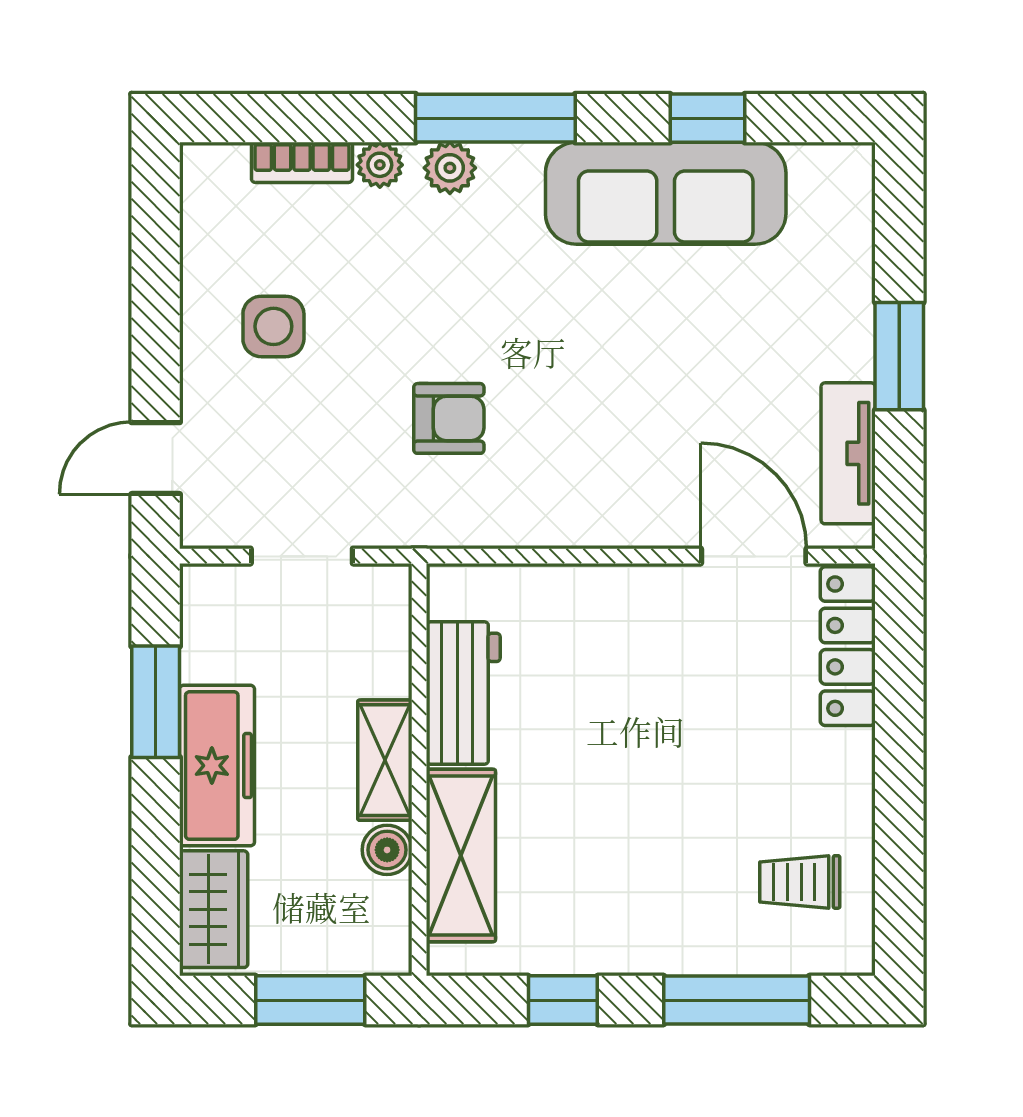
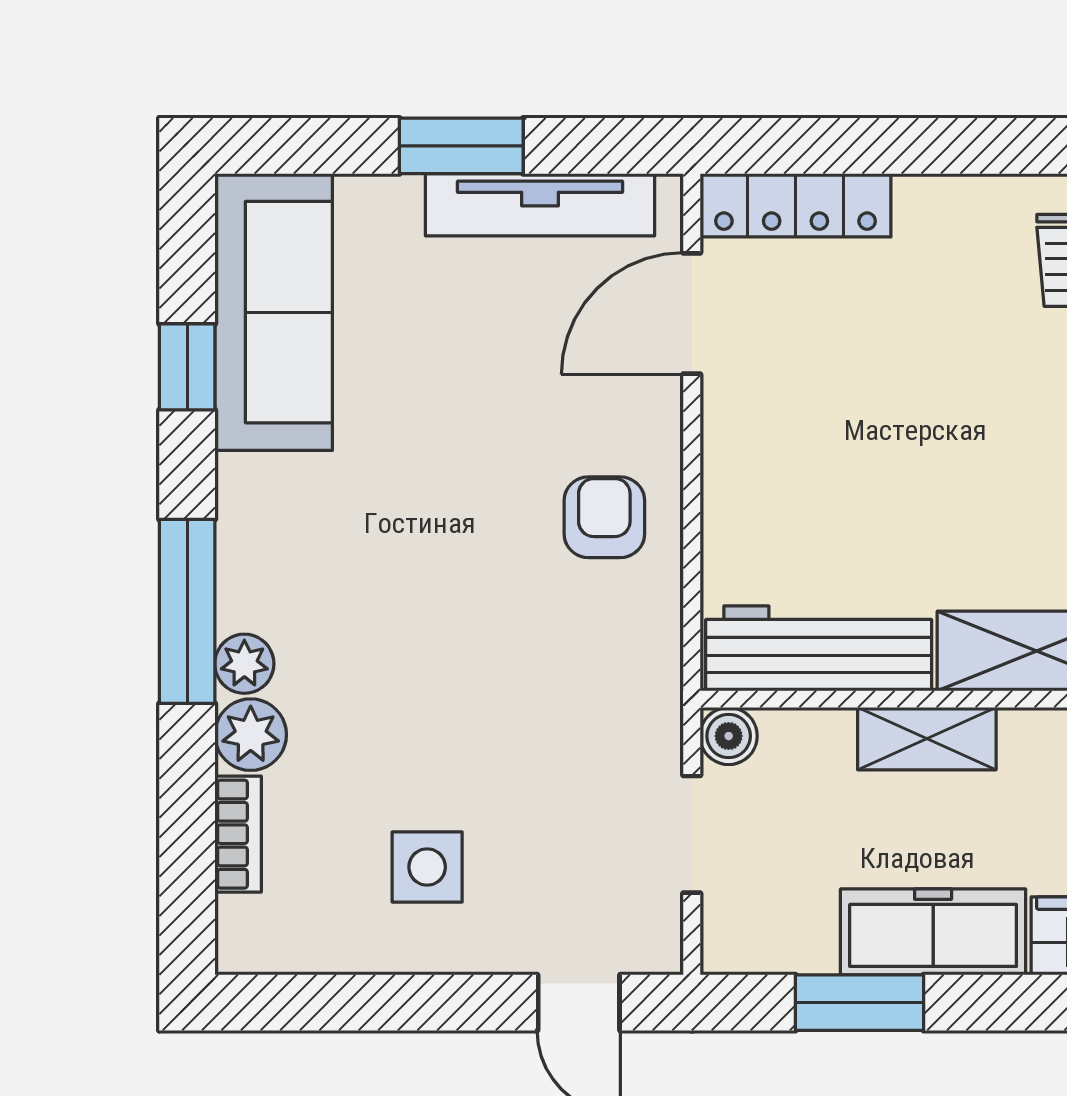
plant: (380, 165) -> (251, 735), width x1.38, depth x1.38
sofa: (666, 193) -> (274, 312), moved
armchair: (449, 418) -> (604, 517), moved
tv unit: (848, 453) -> (540, 205), width x1.41
workbench: (463, 693) -> (819, 648), width x1.38
boiler: (387, 850) -> (729, 736), moved

